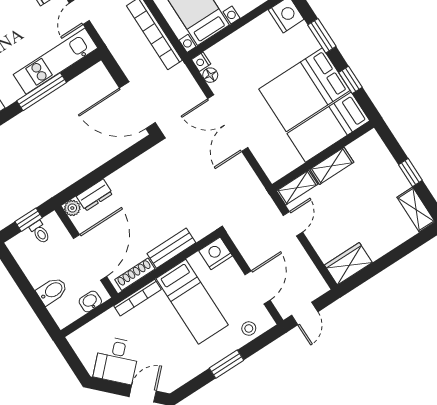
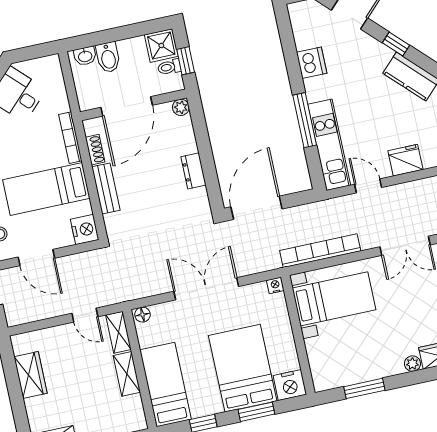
floor lamp: (210, 75) -> (143, 315), moved
bed: (304, 90) -> (243, 368), moved
dresser: (94, 195) -> (193, 171), moved
shower: (23, 247) -> (161, 46), added
door: (90, 257) -> (127, 106), hinge flipped
wardrobe: (348, 264) -> (30, 375), moved
shoe rack: (135, 274) -> (95, 150), width x0.70
washbasin: (90, 301) -> (85, 56), moved, turned 90

